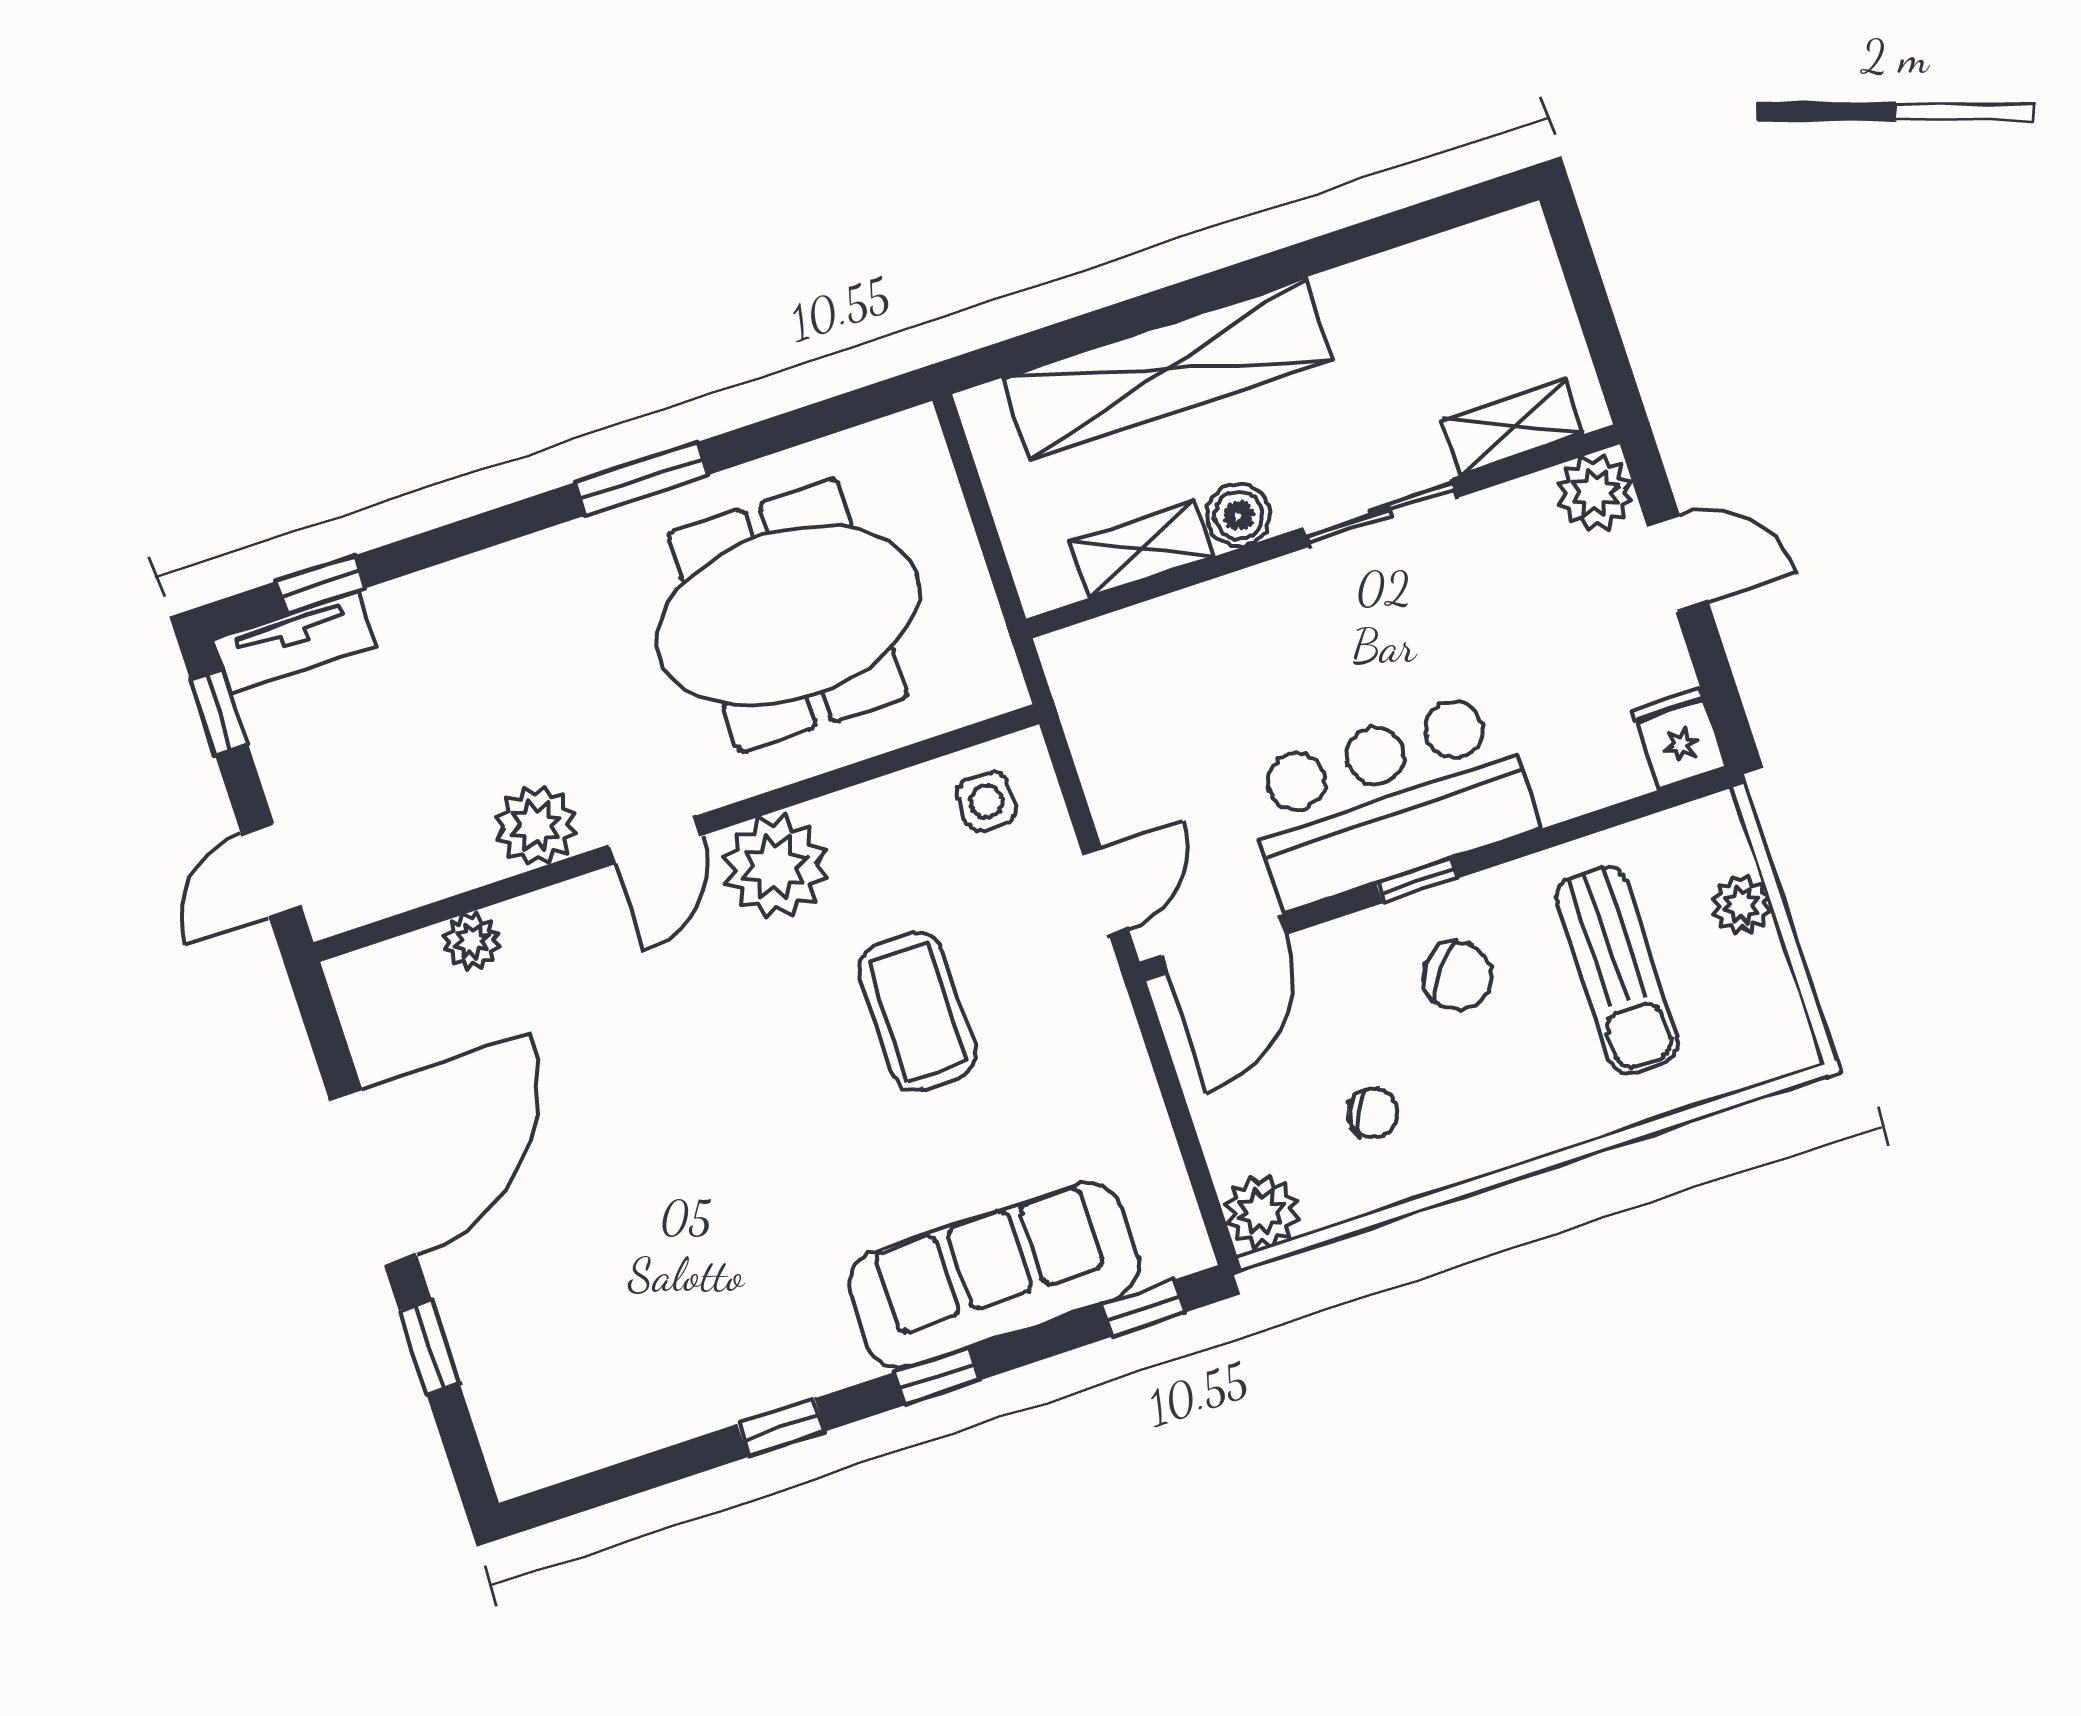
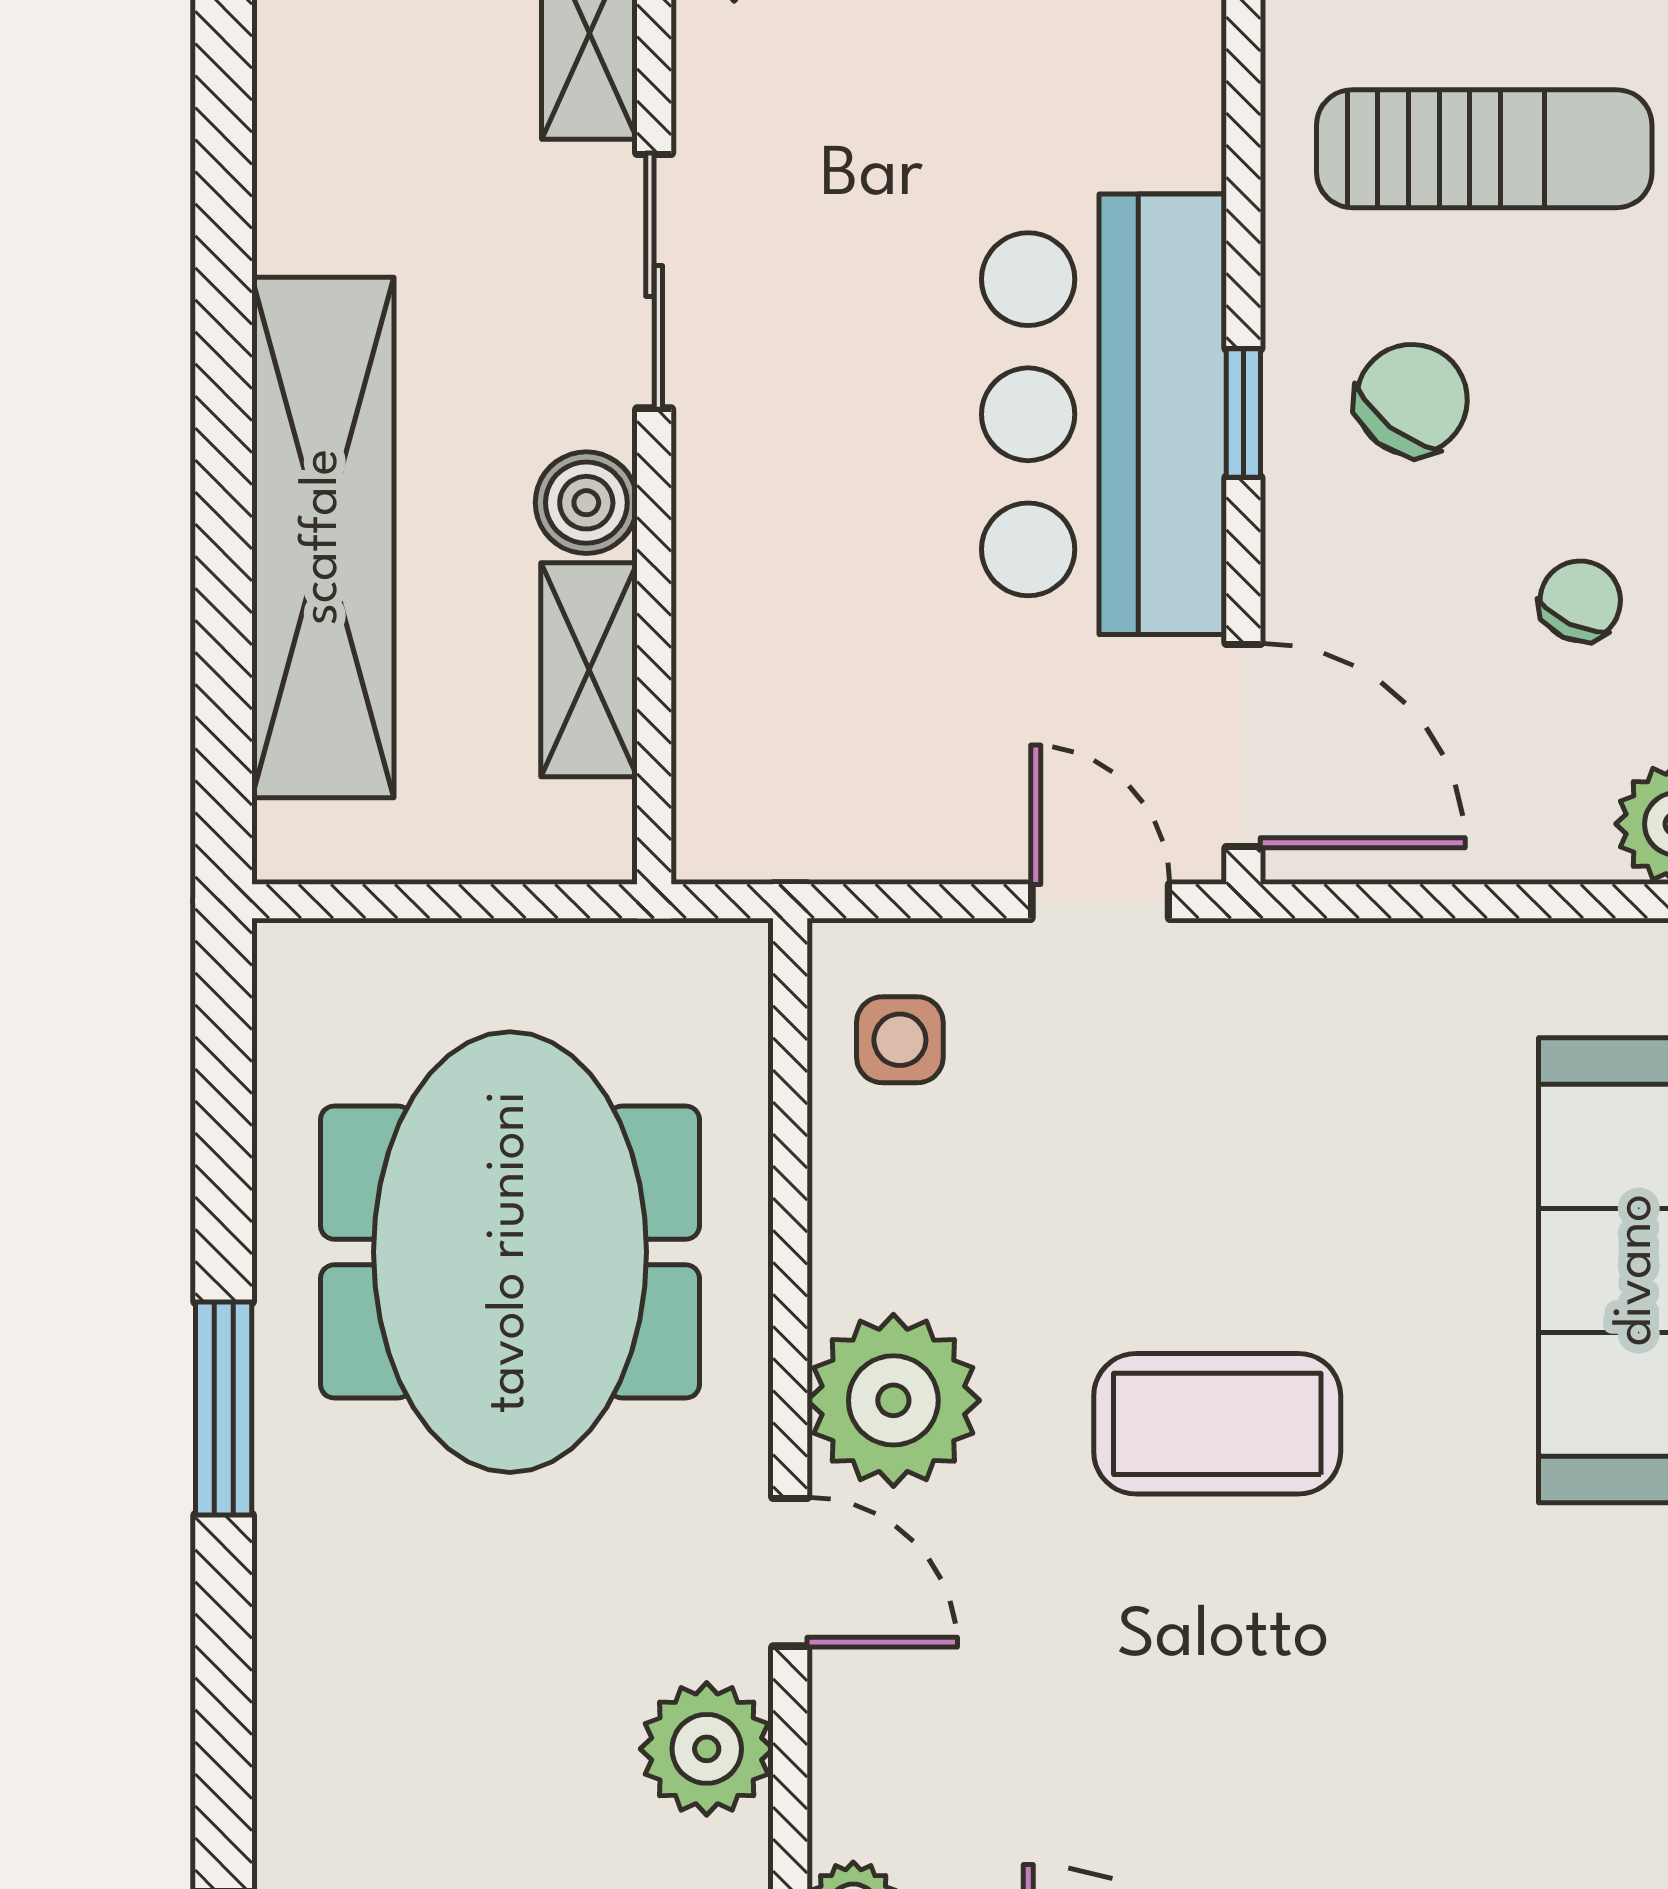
coffee table: (917, 1012) -> (1217, 1424), moved

